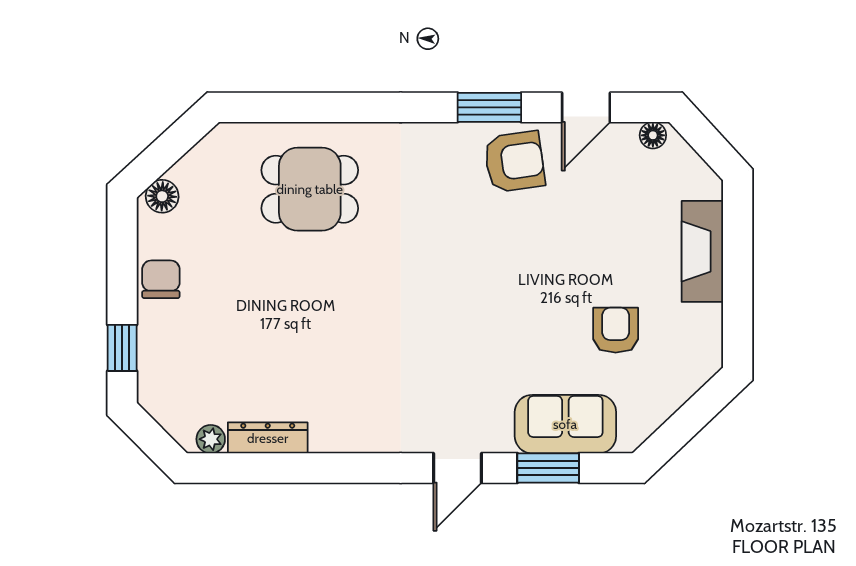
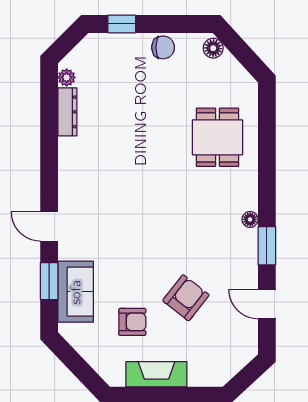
floor lamp: (653, 135) -> (250, 219), moved
armchair: (514, 162) -> (186, 298), moved, turned -134
fireplace: (702, 251) -> (156, 374), moved

